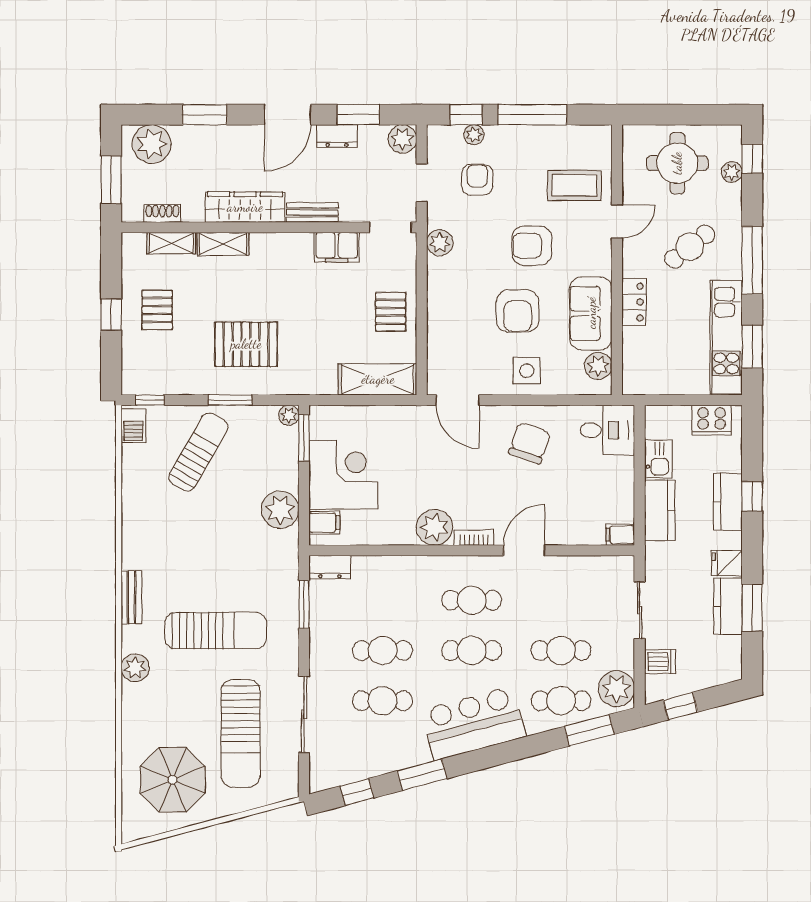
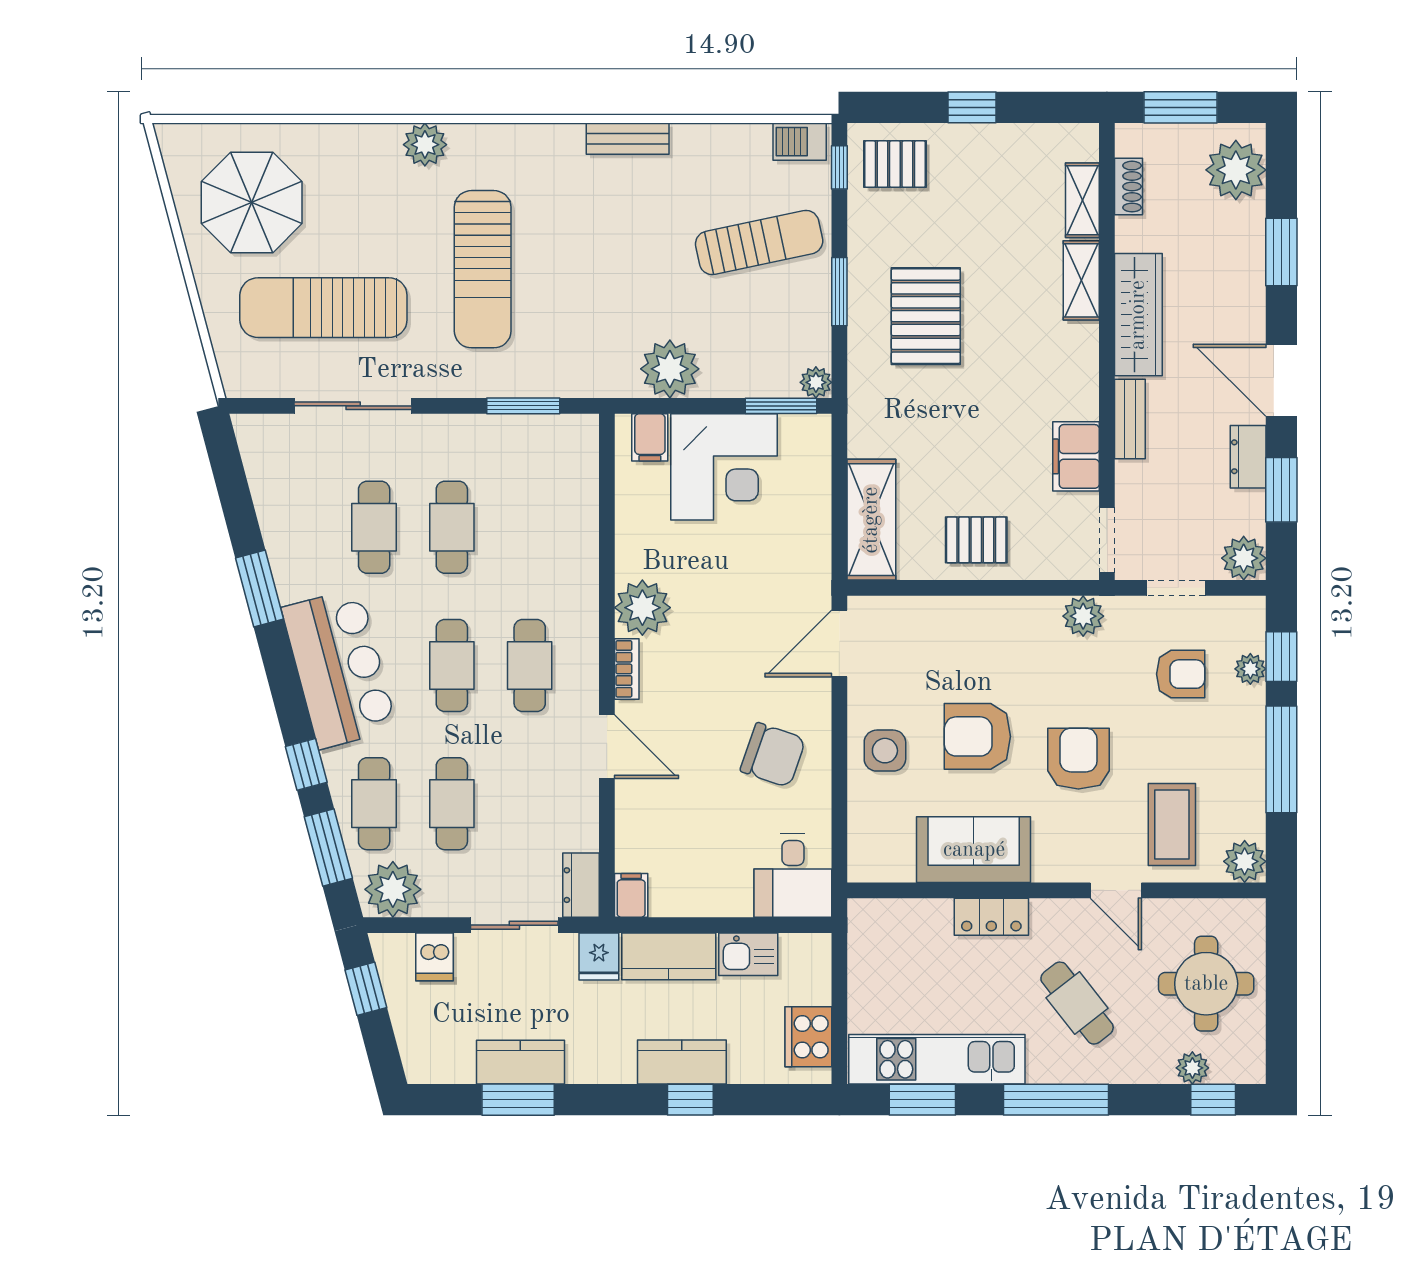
pallet: (157, 310) -> (895, 164), moved
plant: (598, 366) -> (1245, 861), moved
sun lounger: (198, 452) -> (759, 243), turned -42
fridge: (727, 563) -> (599, 956), moved, turned 180
dresser: (330, 567) -> (581, 885), moved
bench: (131, 597) -> (628, 139), moved
window: (357, 792) -> (306, 764), moved

